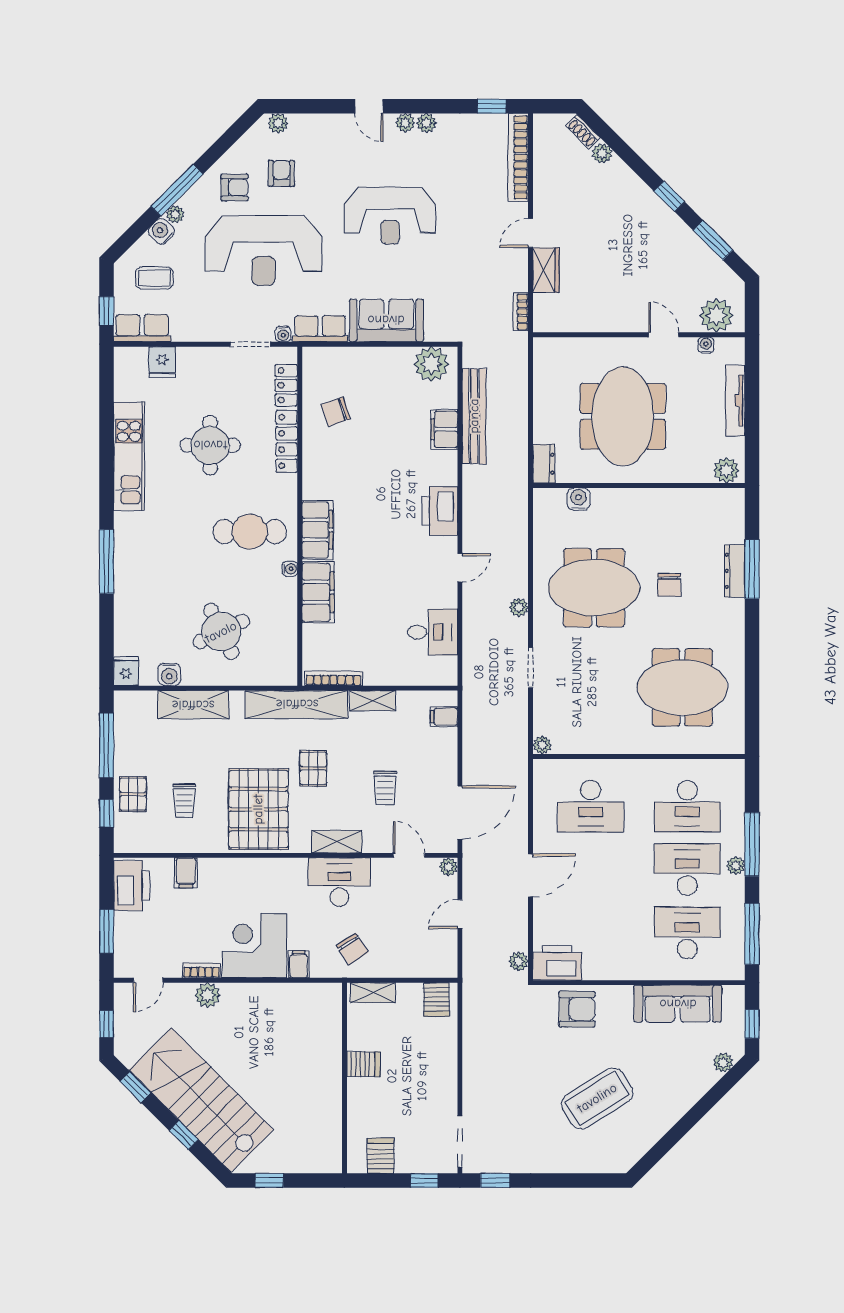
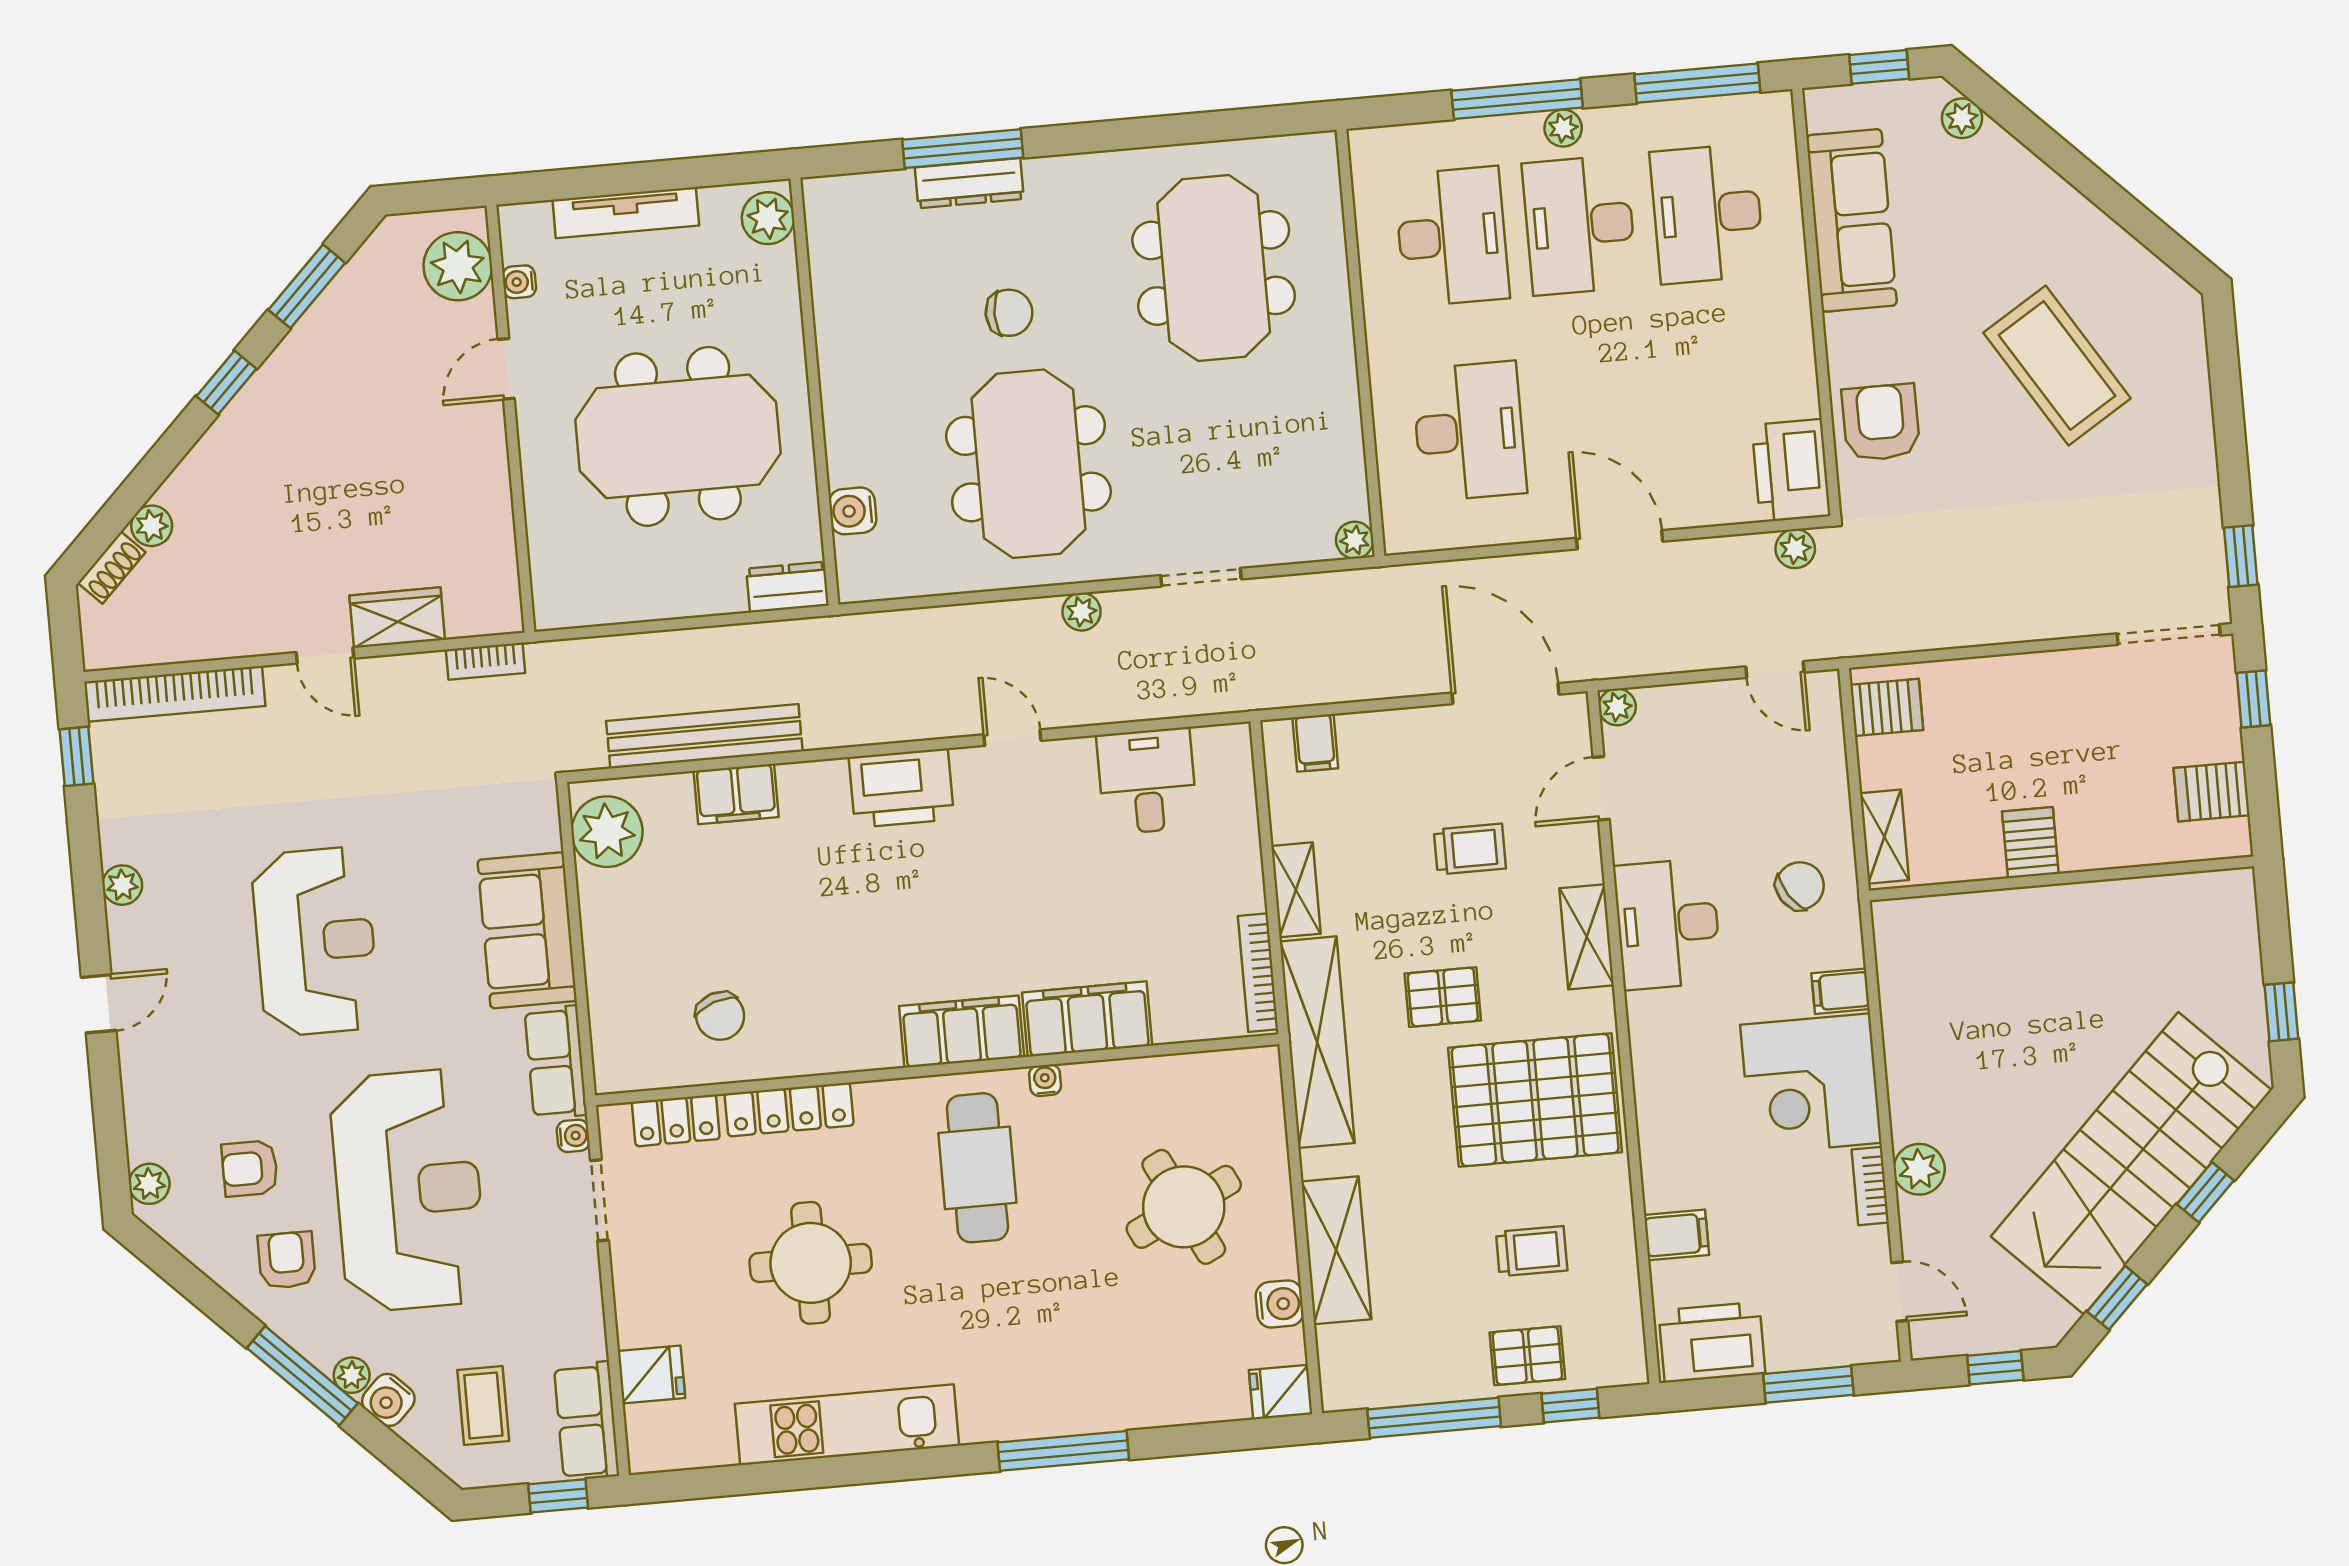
plant: (405, 123) -> (125, 928), removed
door: (460, 914) -> (1775, 670), moved

